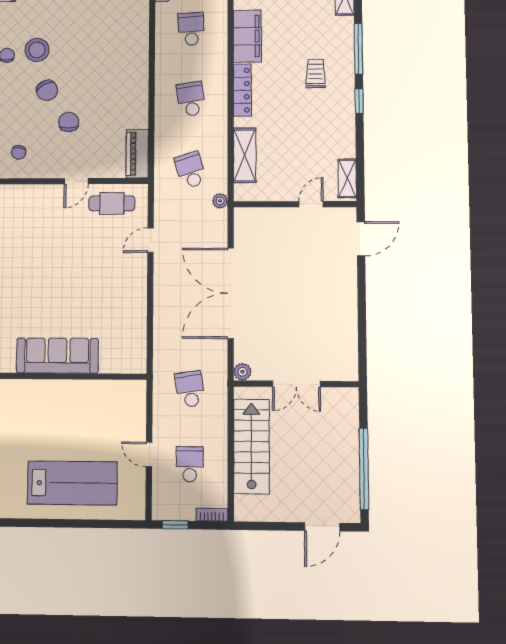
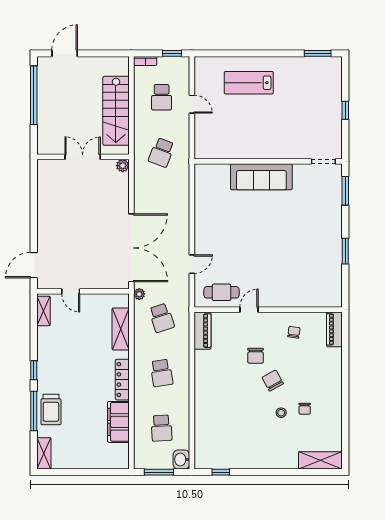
stool: (37, 50) -> (281, 413), width x0.53, depth x0.53
trolley: (315, 74) -> (51, 410), moved, width x1.36, depth x1.39
door: (311, 204) -> (71, 291), hinge flipped
double door: (231, 293) -> (131, 248), moved
school desk: (190, 389) -> (162, 152), turned 30
lab bench: (72, 483) -> (249, 83), width x0.73, depth x0.72

